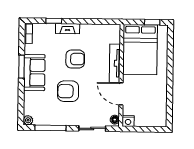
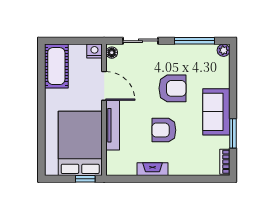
window: (54, 21) -> (192, 179), removed
window: (152, 22) -> (85, 179), moved
fireplace: (68, 29) -> (152, 169), moved
window: (21, 67) -> (233, 133), moved
cot: (158, 110) -> (56, 66), added

